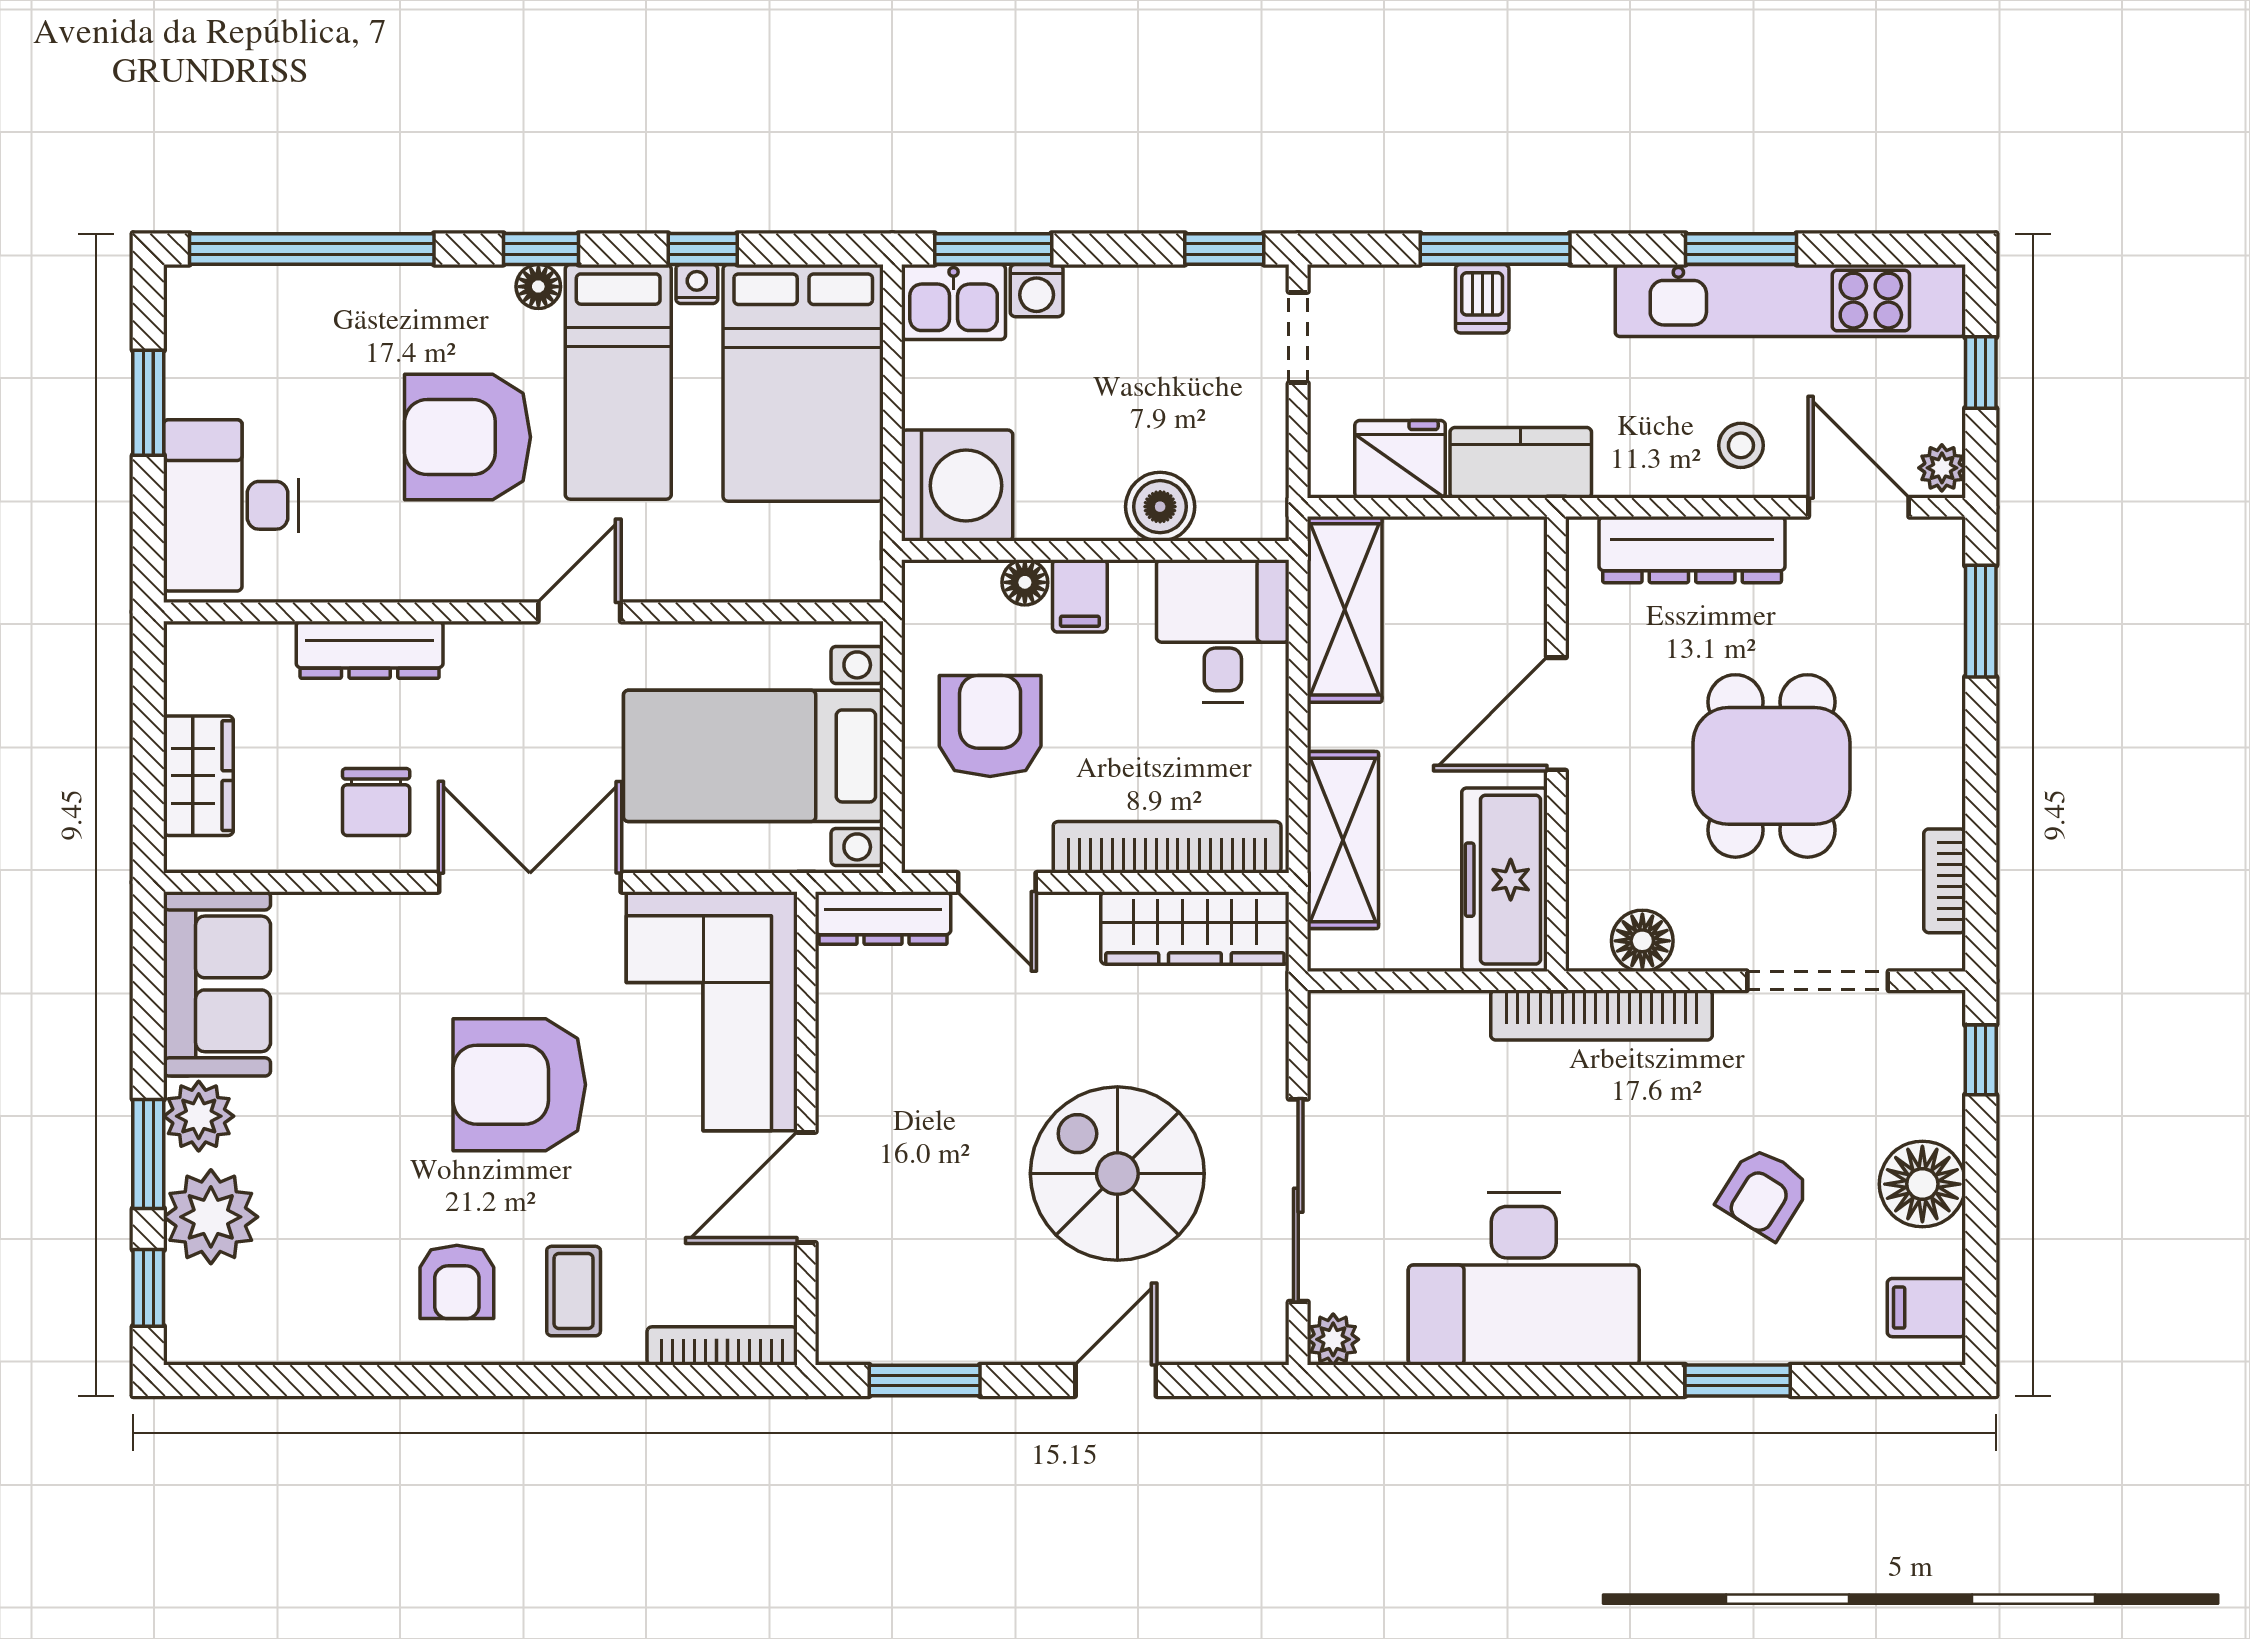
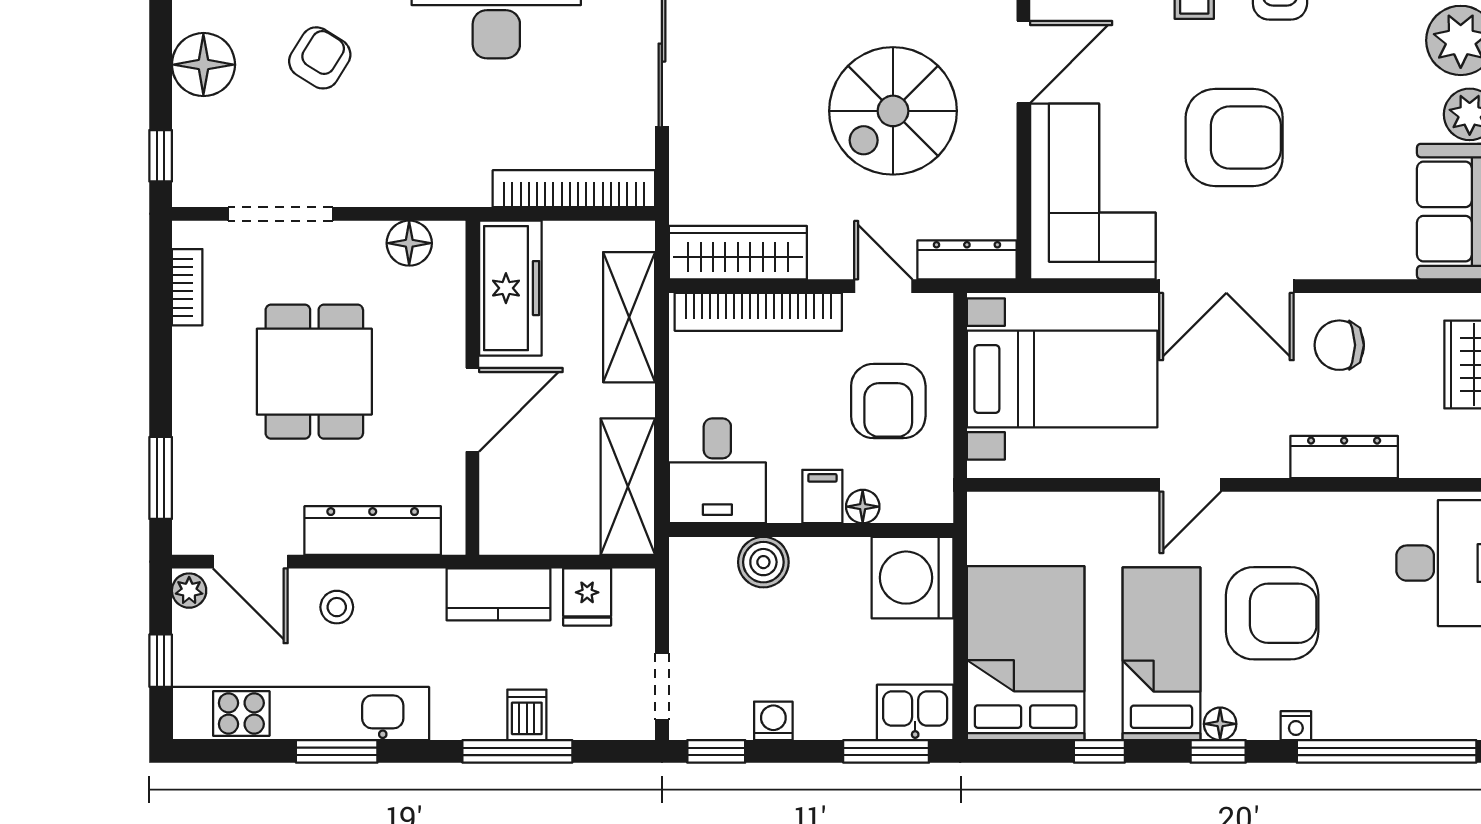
nightstand: (697, 284) -> (1296, 726), moved
washing machine: (1037, 291) -> (773, 721), moved
fridge: (1400, 459) -> (587, 597), width x0.72
chair: (376, 802) -> (1339, 345), turned -90
bookcase: (1601, 1015) -> (574, 189), moved
spiral stairs: (1117, 1174) -> (893, 111), moved, turned 90

